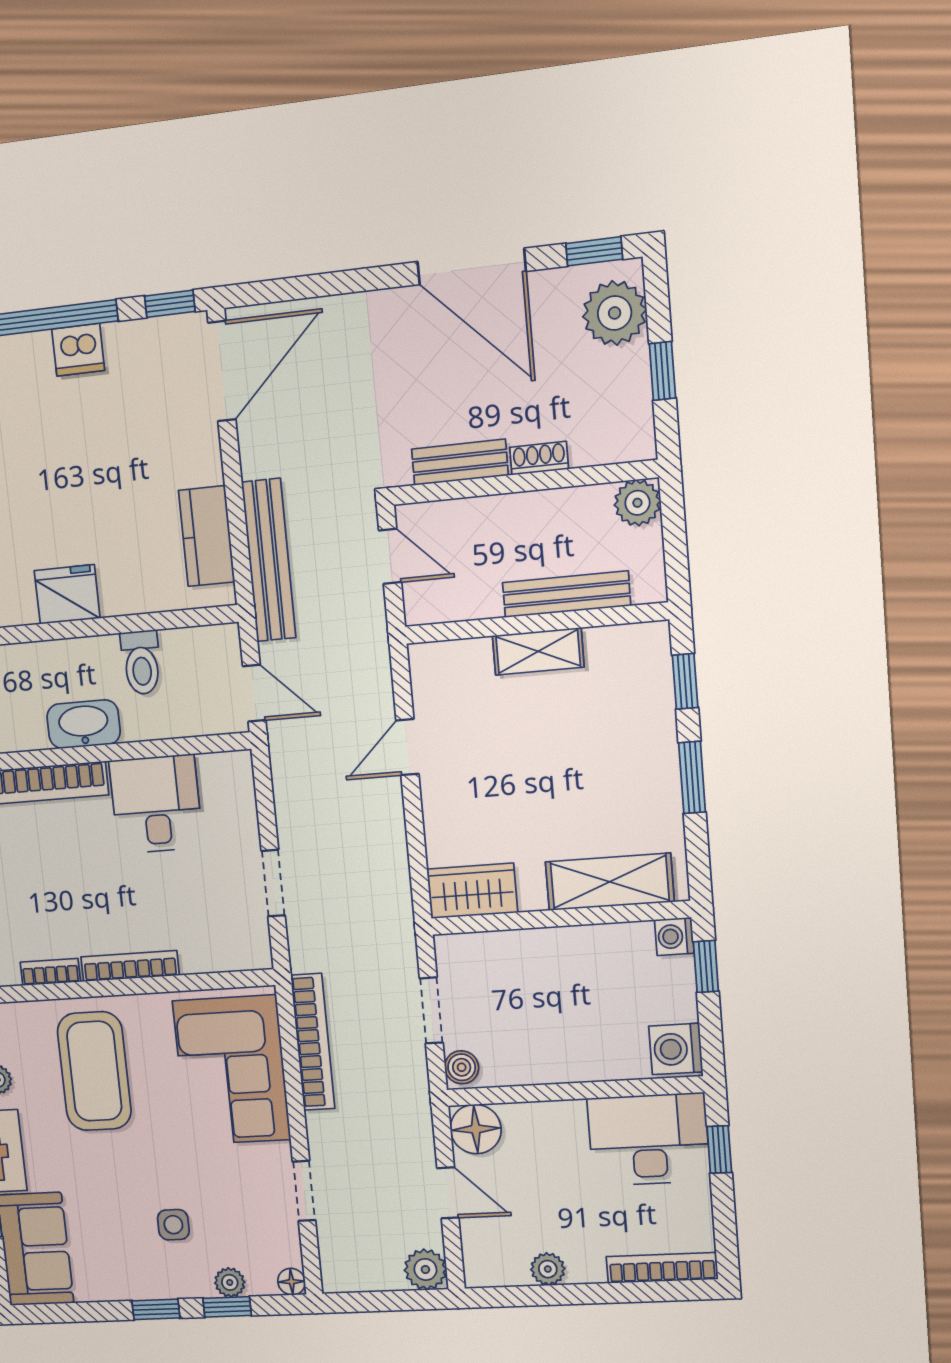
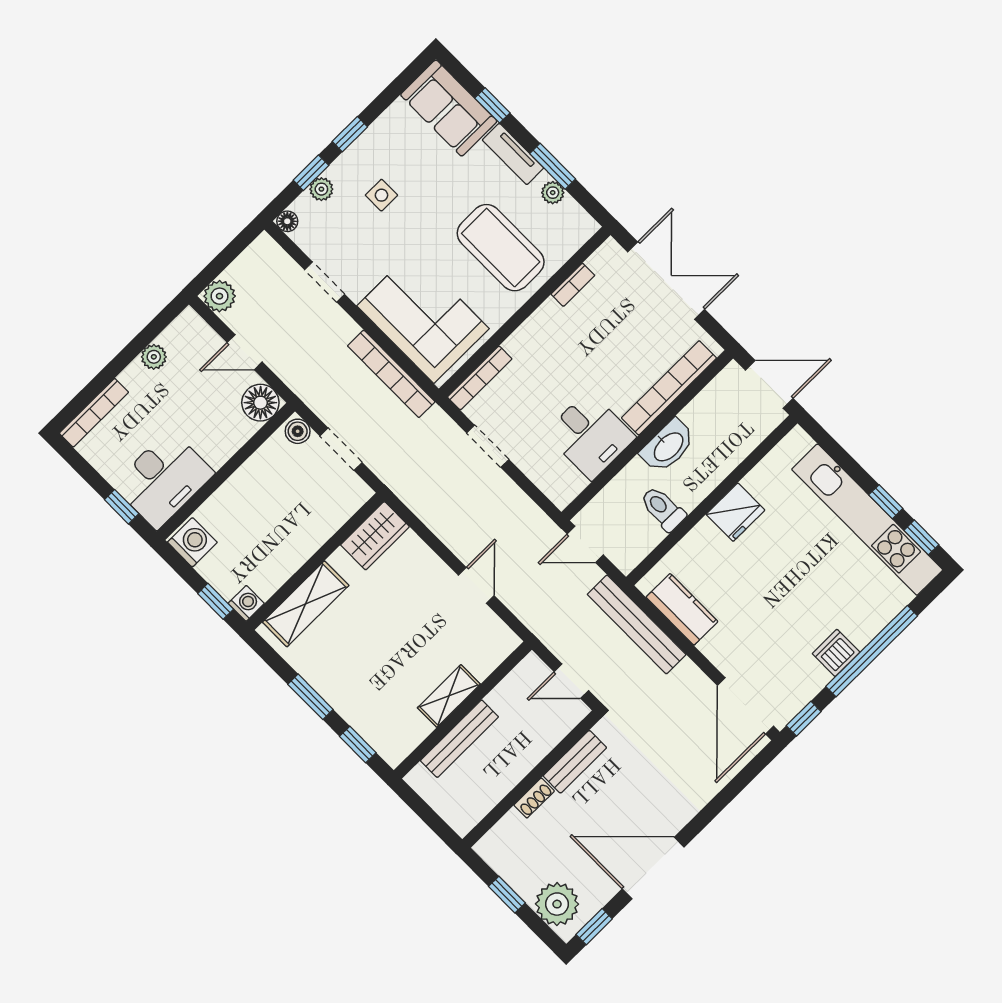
plant: (637, 503) -> (462, 817), removed
bookcase: (130, 966) -> (480, 378), moved

